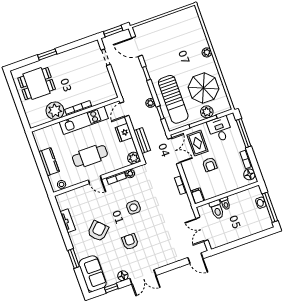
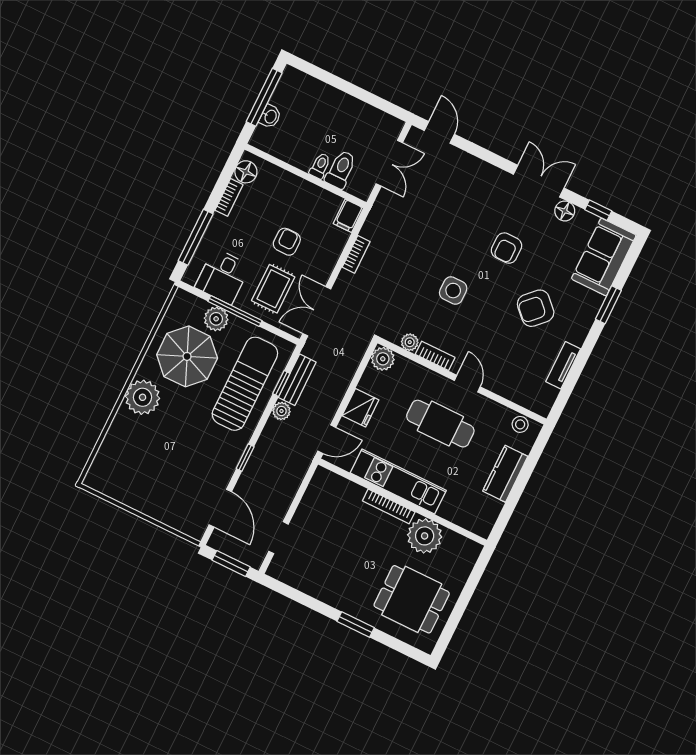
plant: (207, 52) -> (143, 397), width x1.88, depth x1.88
bench: (142, 140) -> (297, 380), moved

